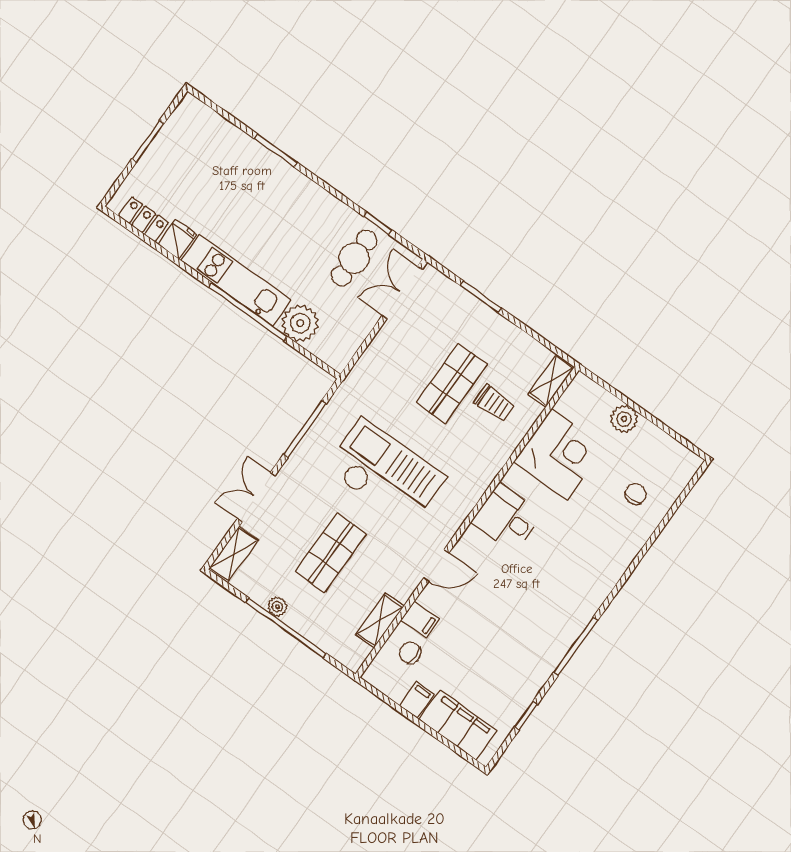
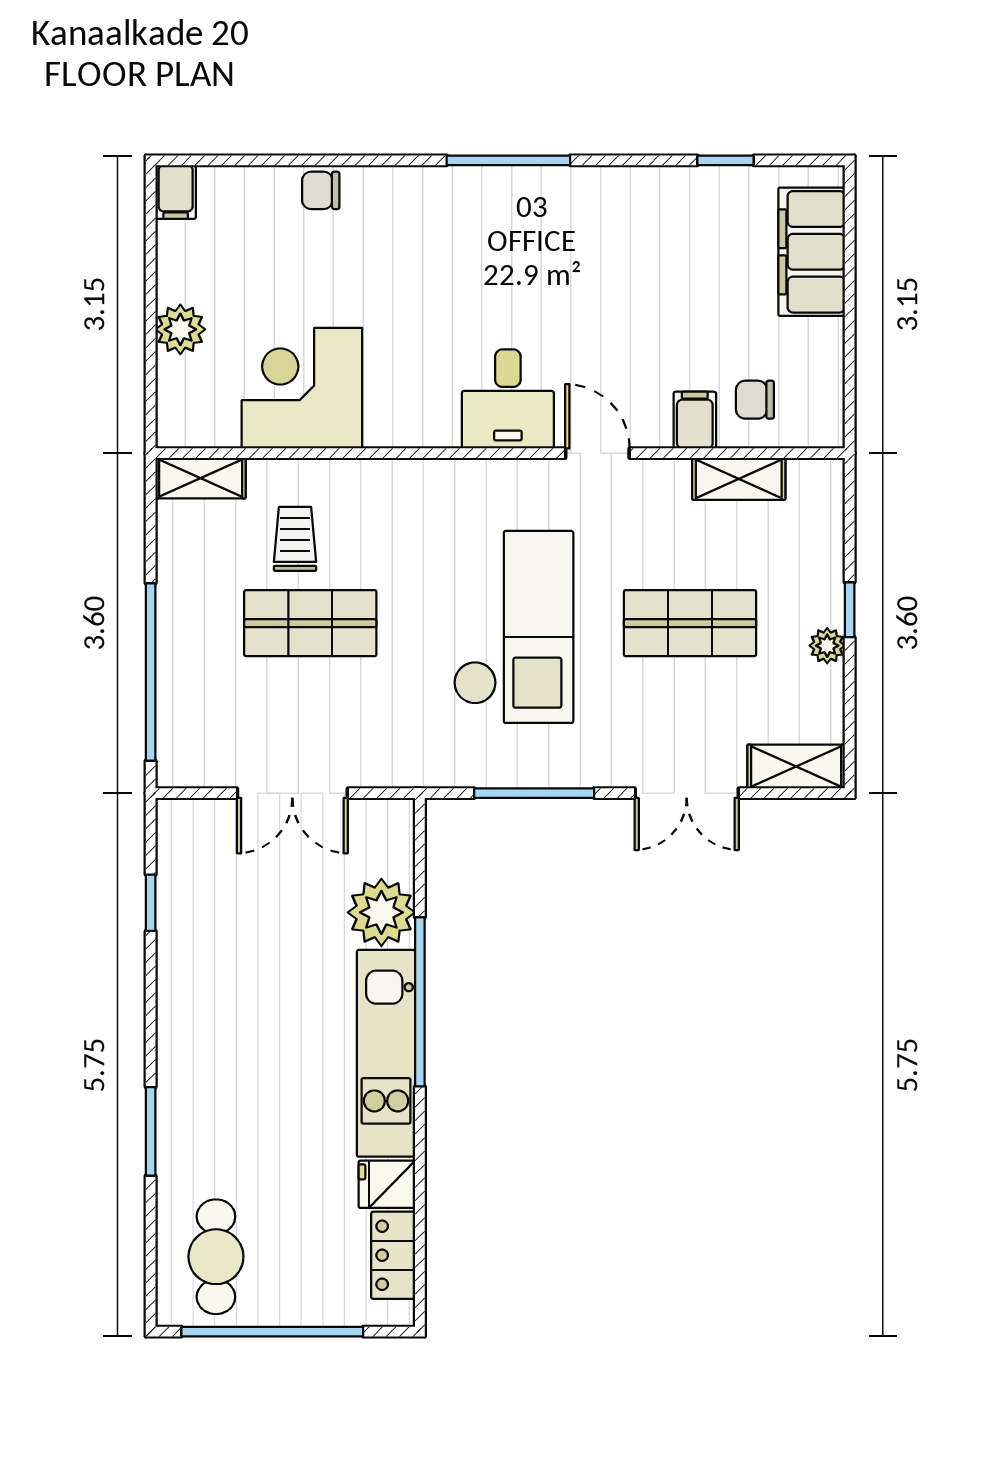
window: (148, 141) -> (272, 1332), width x2.11
cafe table: (354, 258) -> (216, 1257), moved, turned 90
double door: (402, 293) -> (292, 793), moved
window: (481, 297) -> (151, 672), width x2.11
checkout: (385, 473) -> (513, 627), turned 180
chair: (635, 494) -> (321, 190), moved
desk: (507, 518) -> (508, 399), moved
window: (286, 628) -> (850, 610), width x0.32
window: (576, 646) -> (508, 160), moved
chair: (410, 653) -> (755, 400), turned 90
filing cabinet: (417, 700) -> (176, 192), moved, turned -90

